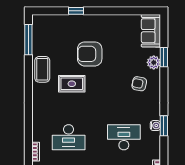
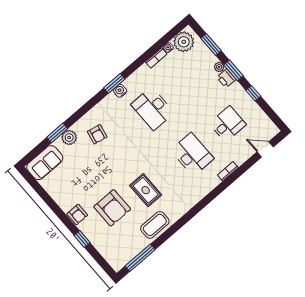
armchair: (96, 22) -> (77, 214), added
armchair: (90, 54) -> (112, 208), moved

